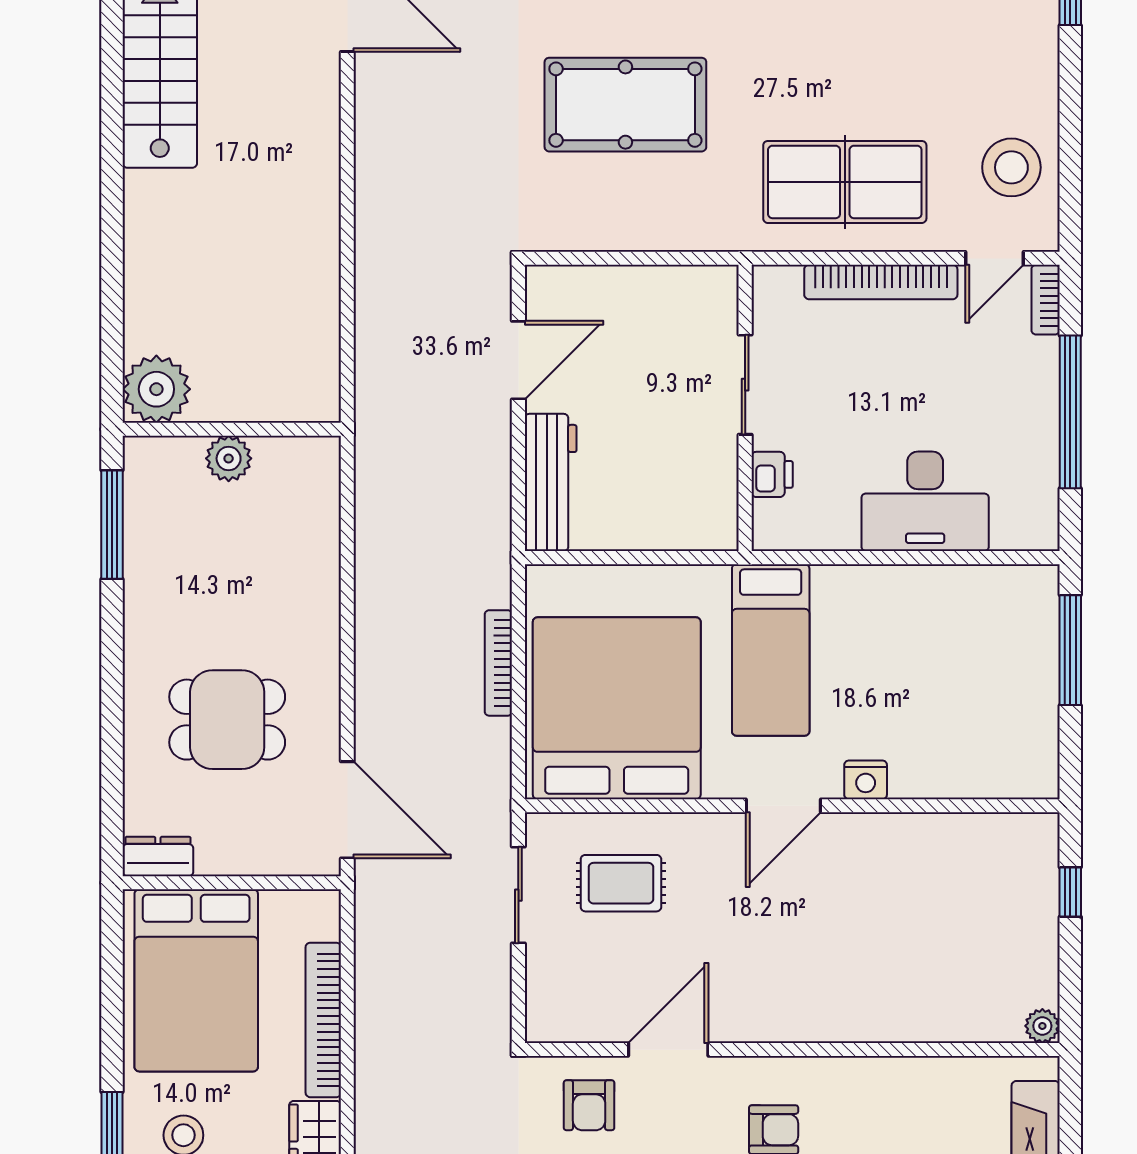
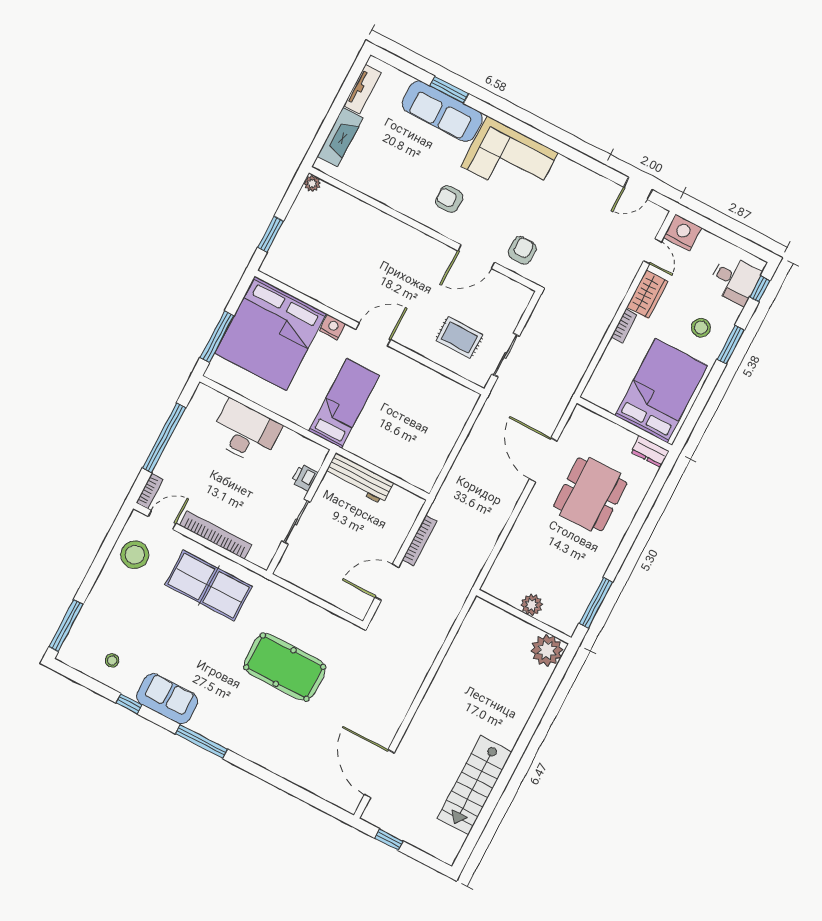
workbench: (551, 482) -> (359, 479), moved, turned -90
bookcase: (498, 663) -> (419, 540), moved
bed: (617, 708) -> (271, 333), moved
dining table: (227, 720) -> (590, 494), width x1.38
door: (347, 810) -> (543, 460), moved
window: (1070, 892) -> (271, 234), width x1.50
bookcase: (323, 1020) -> (624, 326), width x0.43, depth x0.76

